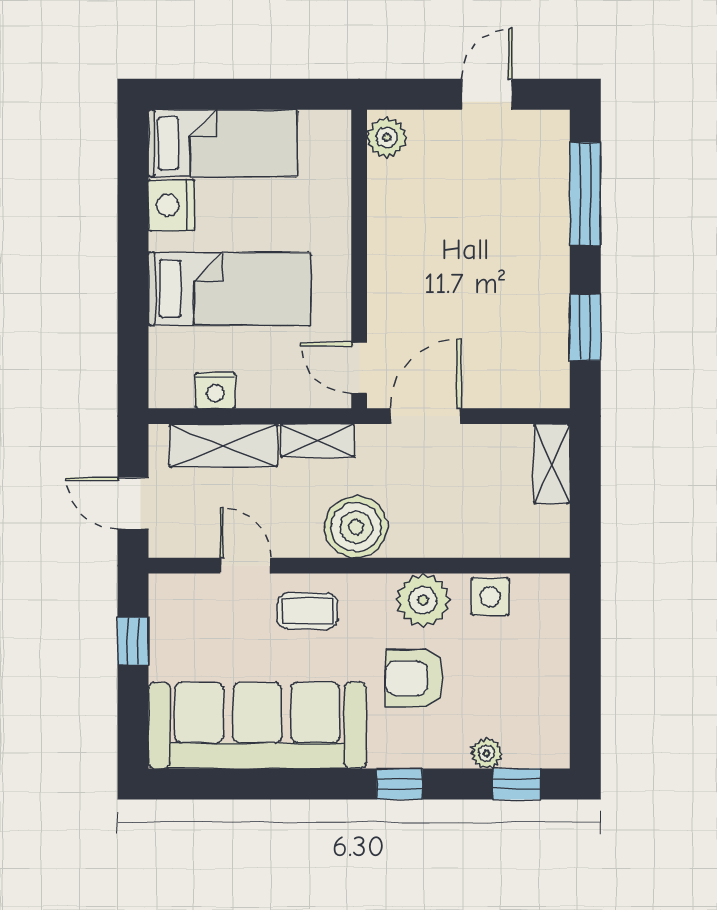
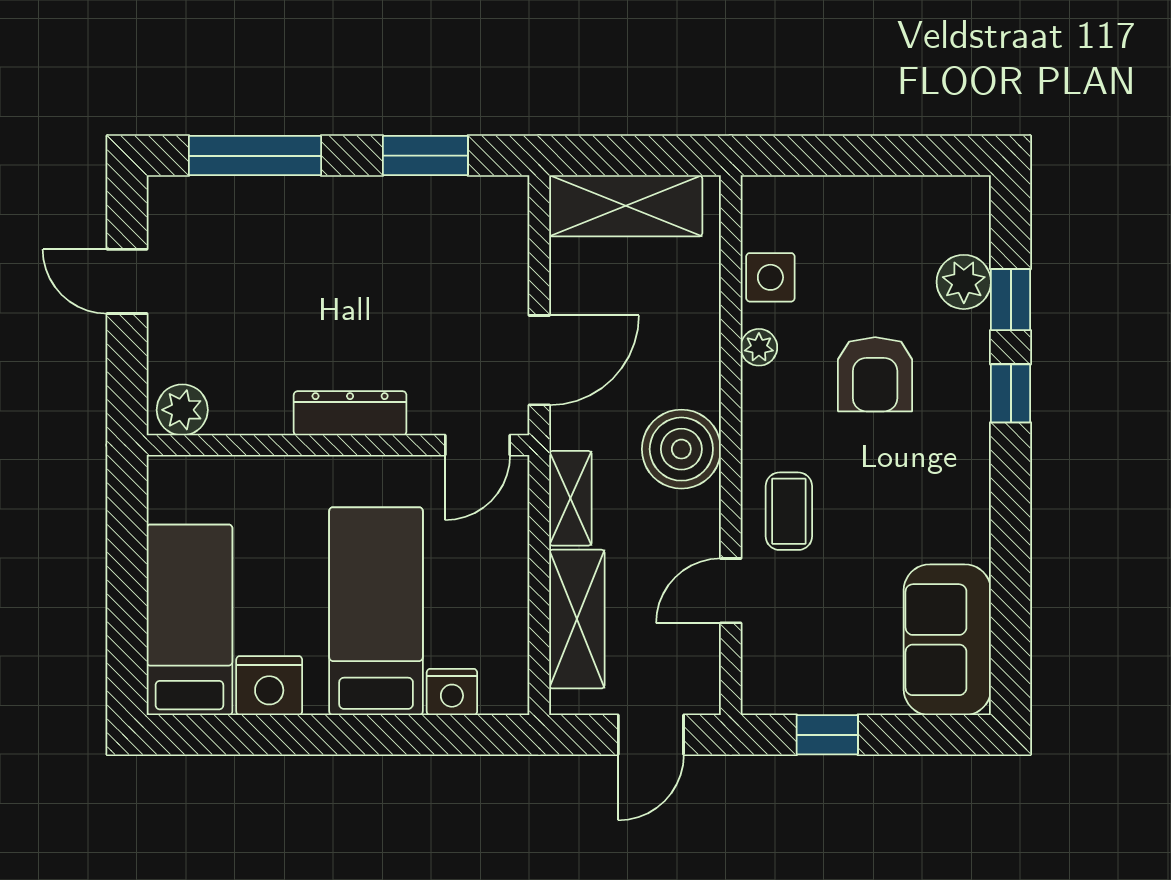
dresser: (384, 268) -> (350, 413), added
nightstand: (215, 390) -> (452, 692), moved, turned 90
door: (425, 416) -> (539, 360), swing flipped
shelving: (552, 464) -> (626, 206), width x1.50, depth x1.33
plant: (423, 600) -> (759, 347), width x0.53, depth x0.53
sofa: (257, 725) -> (947, 640), width x0.54, depth x0.79
plant: (487, 753) -> (964, 282), width x1.38, depth x1.38
window: (517, 784) -> (1011, 300), moved

